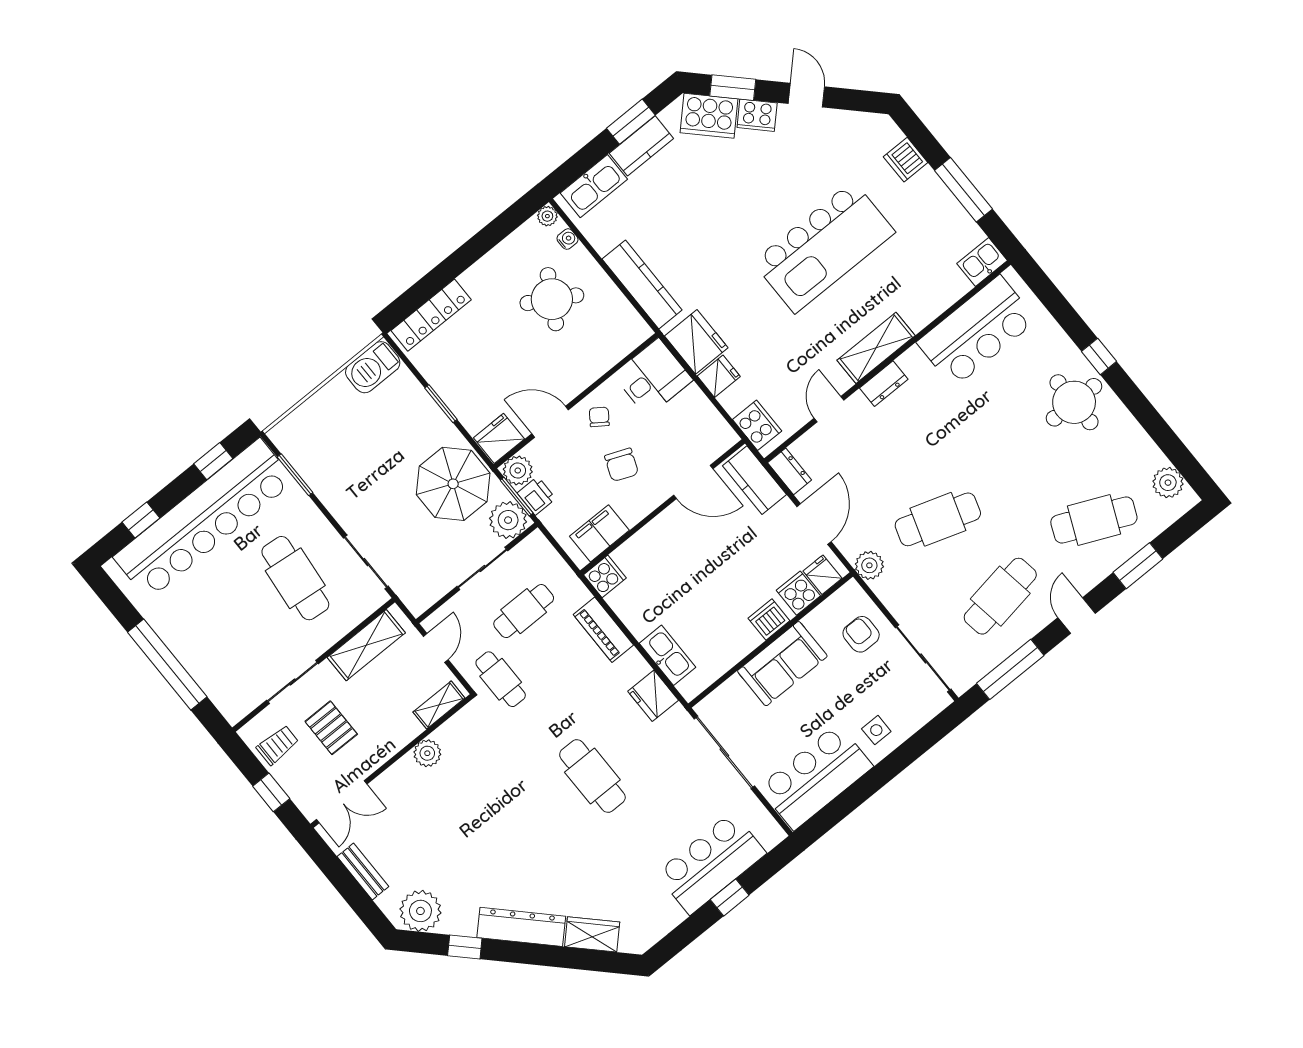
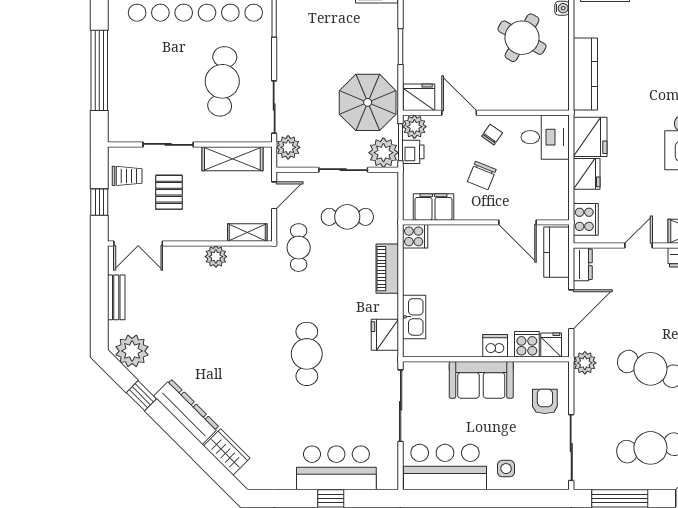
fridge: (719, 376) -> (587, 174), width x1.38
plant: (411, 590) -> (288, 147), added

